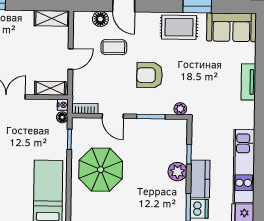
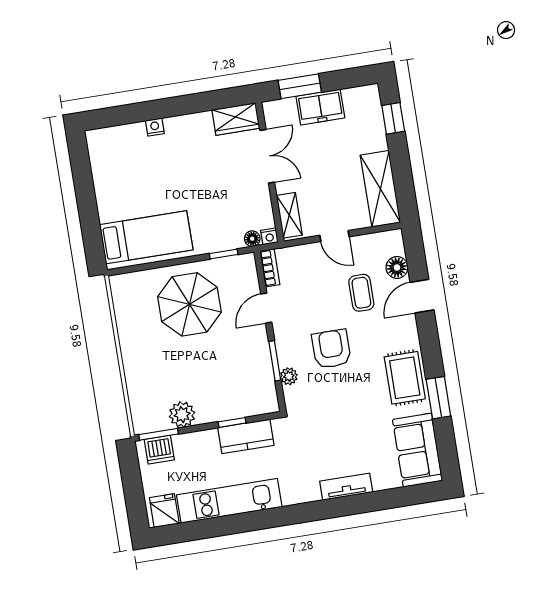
shelving: (52, 18) -> (380, 189), width x1.50, depth x1.33
plant: (180, 109) -> (289, 376), moved
plant: (177, 172) -> (182, 415), moved
kitchen counter: (200, 179) -> (246, 436), moved

